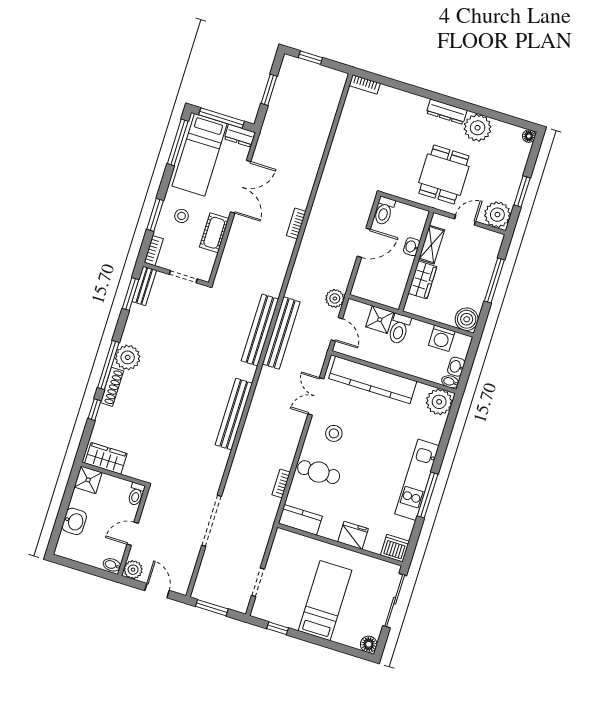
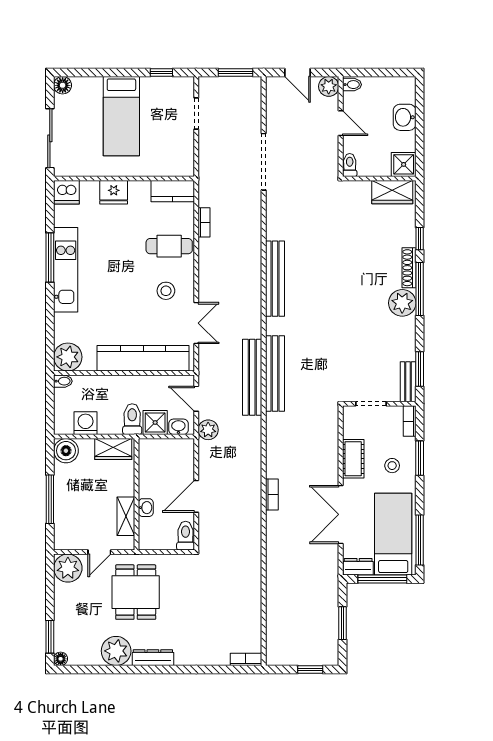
window: (522, 191) -> (50, 637), moved
wardrobe: (422, 280) -> (113, 449), moved, turned -90
washbasin: (456, 367) -> (178, 427), moved, turned -90
door: (133, 534) -> (341, 123), hinge flipped

